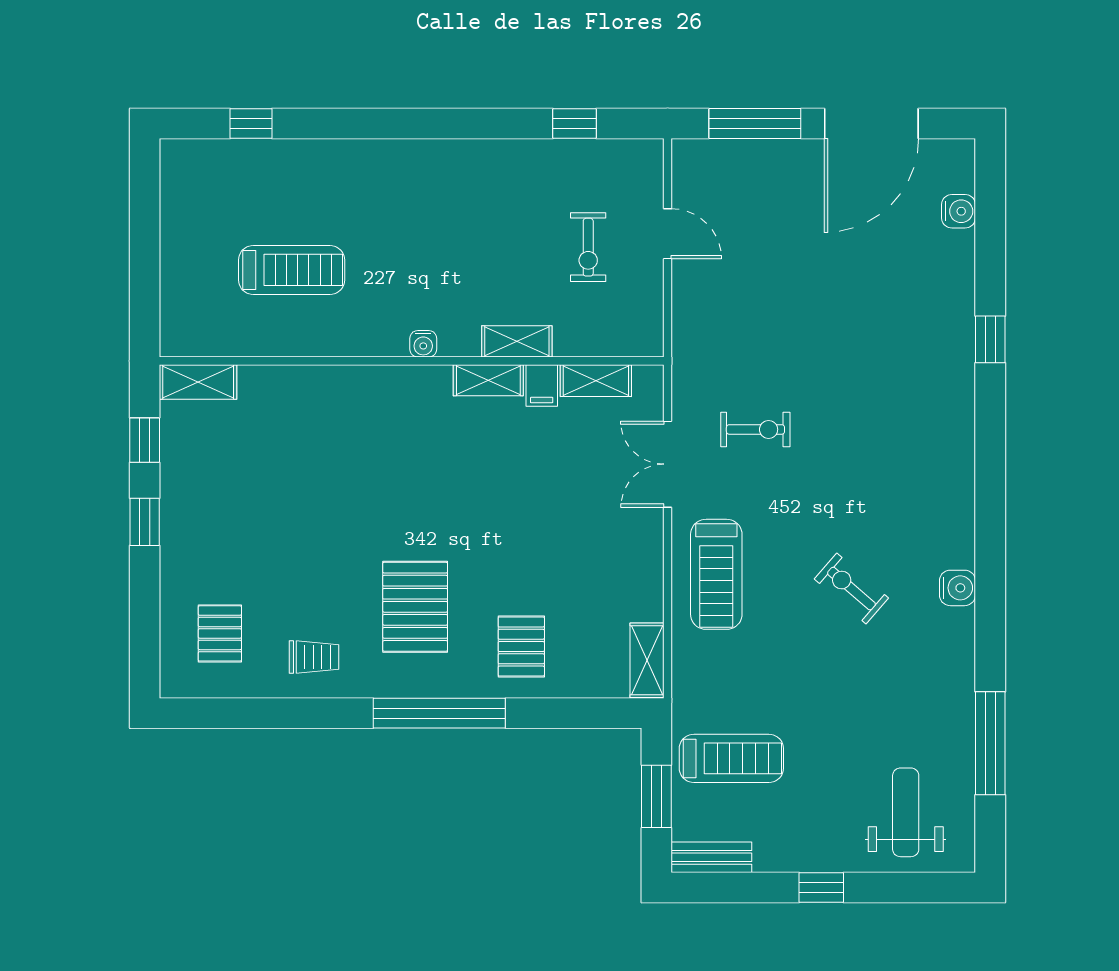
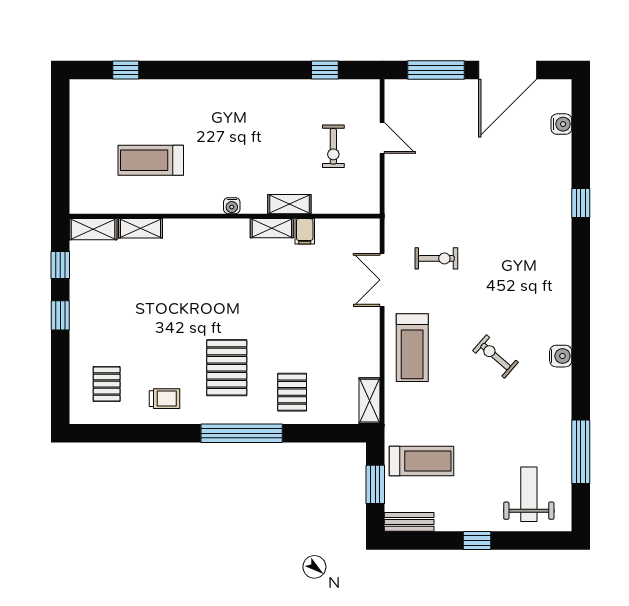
treadmill: (292, 270) -> (151, 160), turned 180
shelving: (596, 381) -> (141, 228), moved

